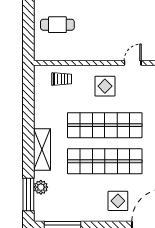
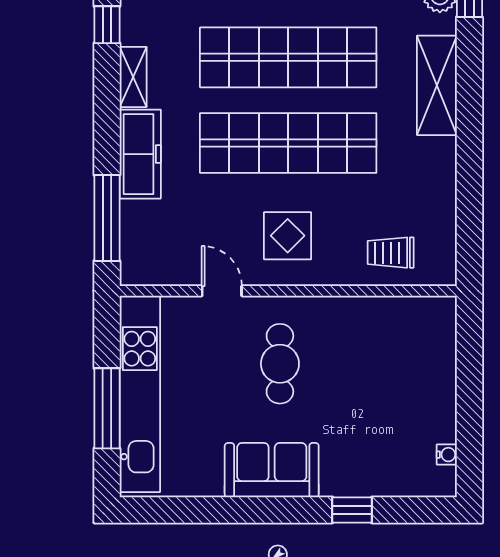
cafe table: (57, 25) -> (280, 364), moved, turned 90
door: (133, 63) -> (222, 291), swing flipped

